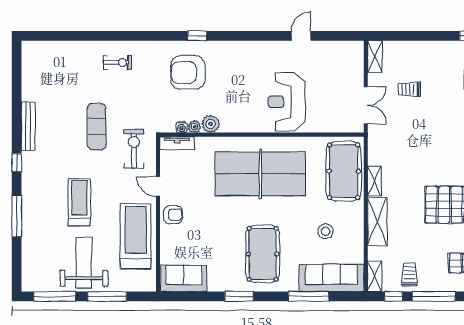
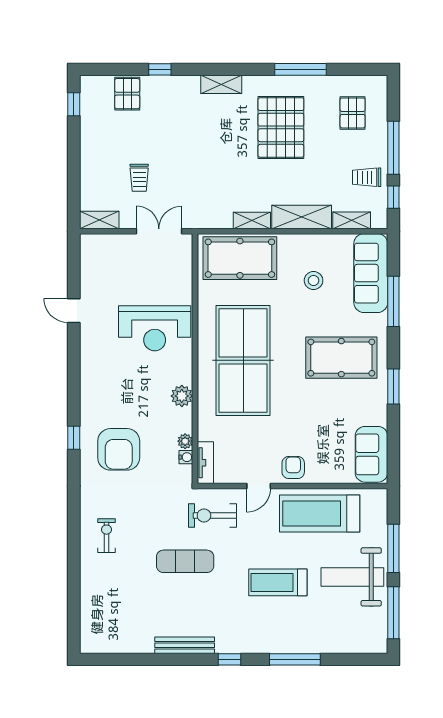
plant: (211, 124) -> (182, 396), moved
shelving: (374, 276) -> (352, 220), moved

